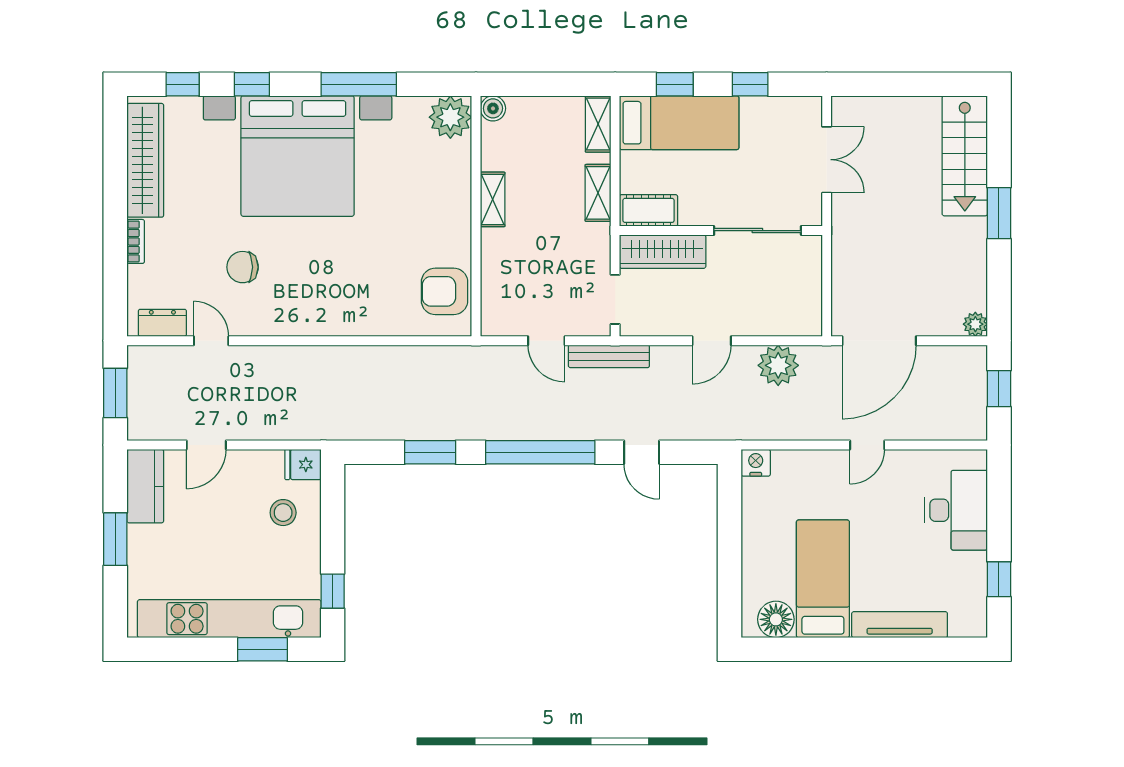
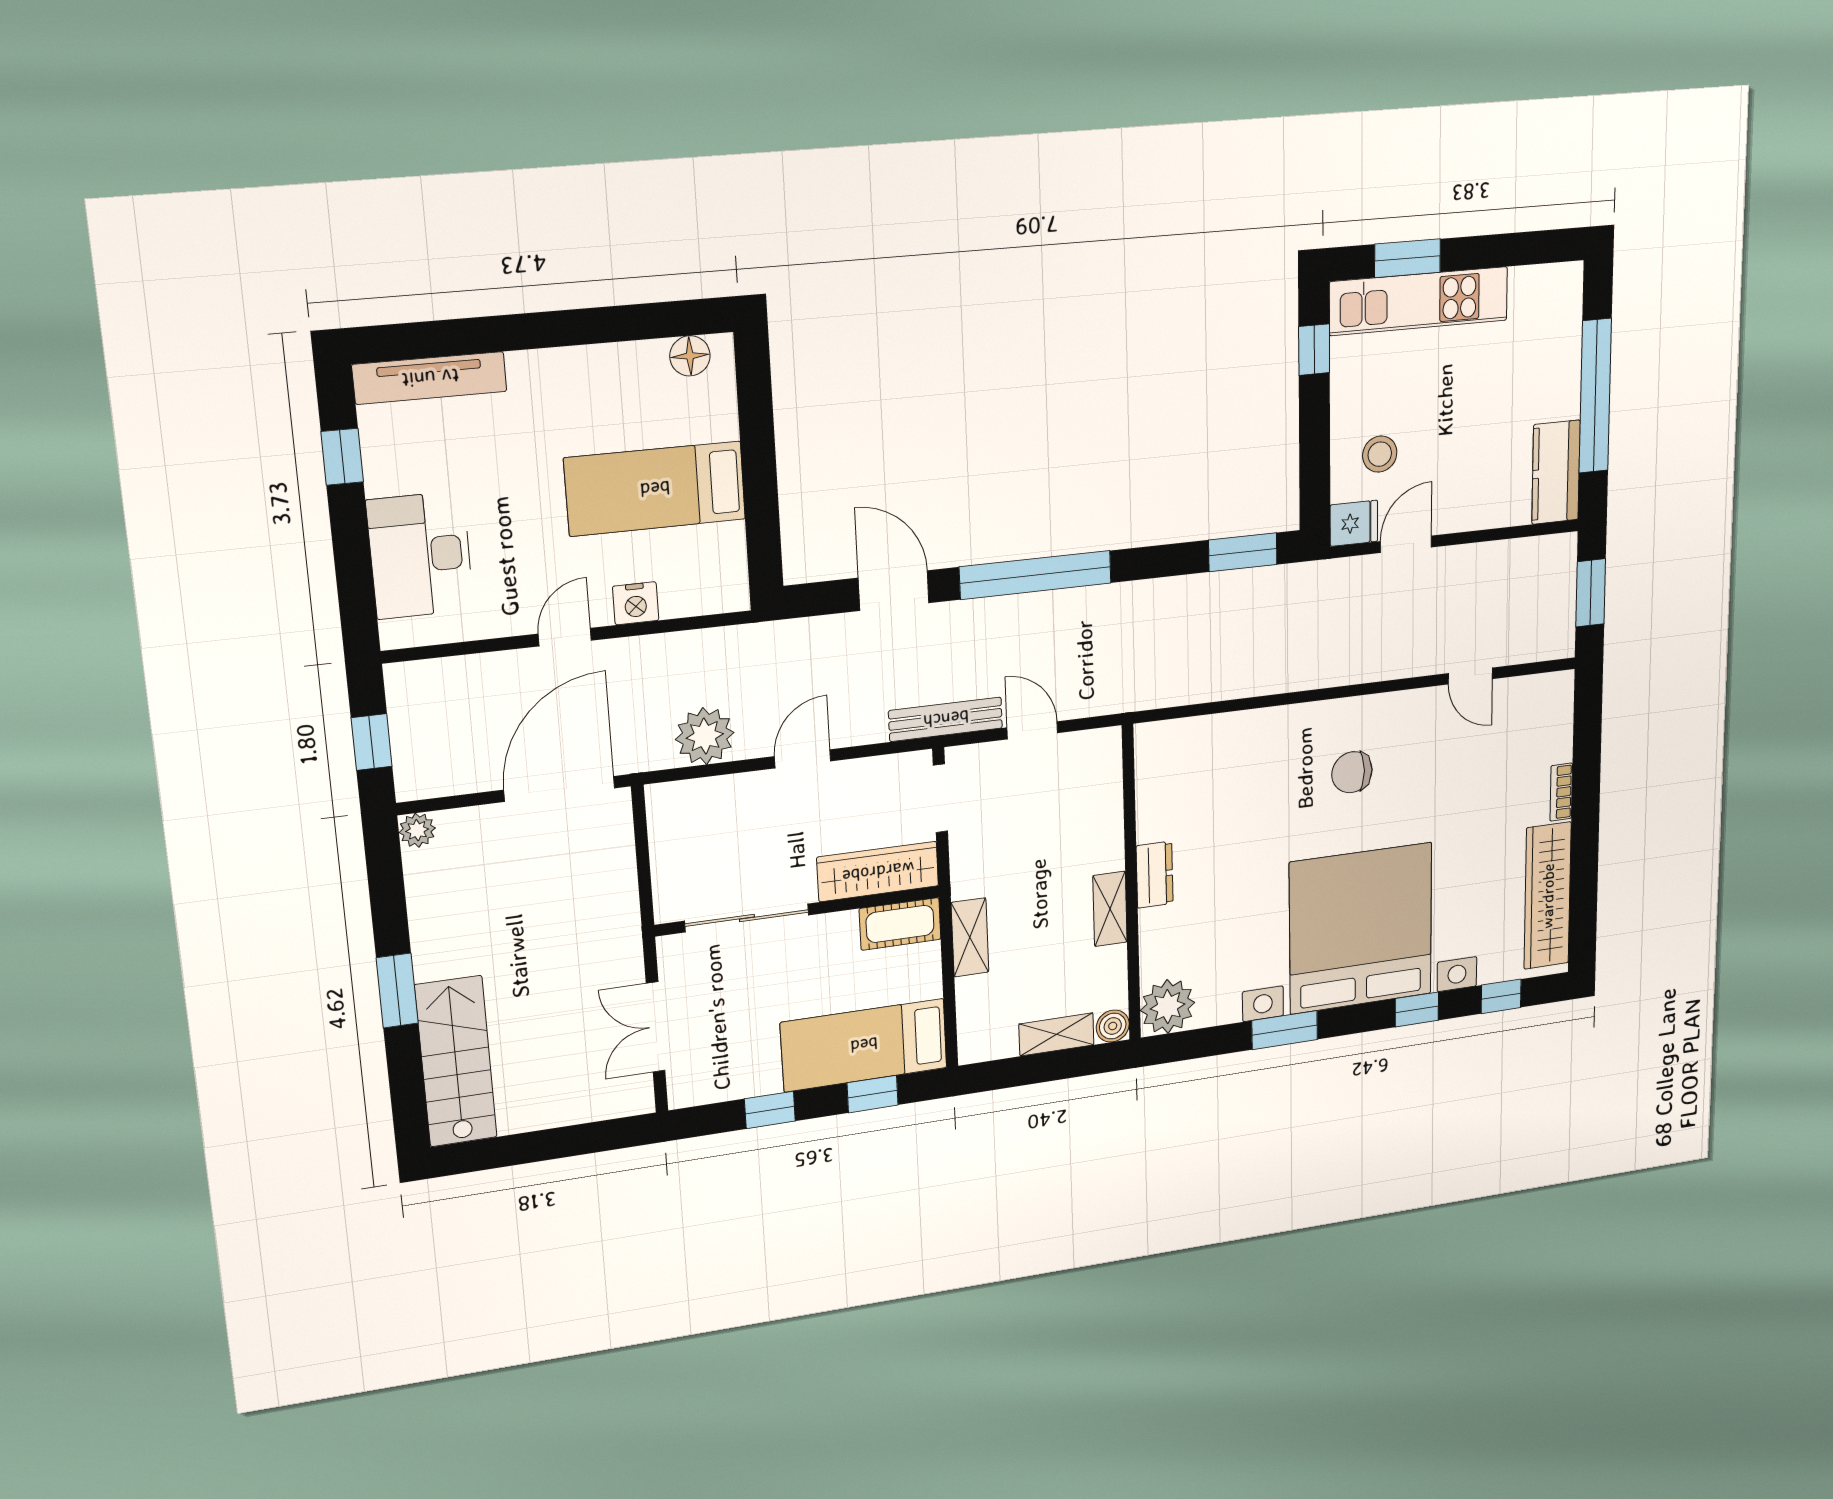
window: (359, 84) -> (1285, 1030), width x0.69
shelving: (598, 124) -> (1056, 1034), moved, turned 90
chair: (243, 267) -> (1352, 772), moved, turned 180
armchair: (445, 291) -> (1171, 779), removed
dresser: (162, 323) -> (1155, 875), moved, turned -90
door: (206, 445) -> (1406, 544), moved
window: (430, 452) -> (1243, 552), moved
door: (642, 452) -> (894, 590), width x1.38
nightstand: (756, 463) -> (636, 603), moved
window: (115, 539) -> (1595, 396), width x2.11
bed: (823, 579) -> (655, 489), moved, turned 90
kitchen unit: (229, 619) -> (1419, 301), width x0.73
floor lamp: (776, 619) -> (690, 356), width x0.73, depth x0.73
tv unit: (900, 625) -> (430, 378), moved

